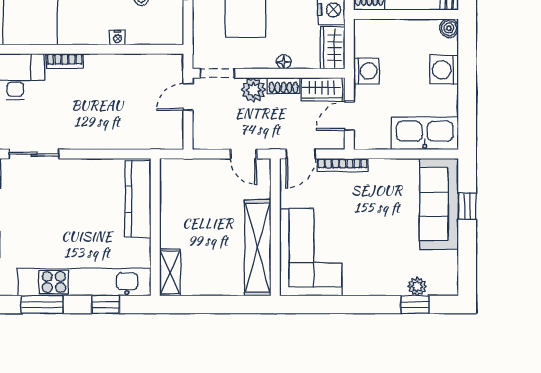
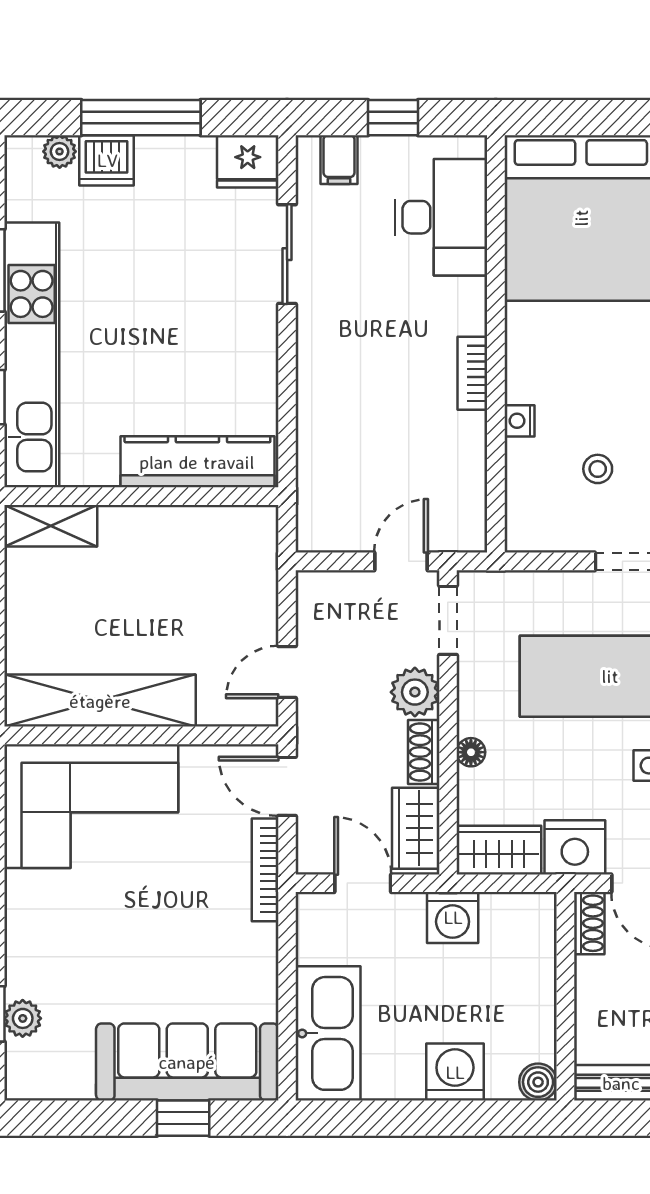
bookcase: (65, 61) -> (472, 373), moved
door: (188, 97) -> (401, 561), hinge flipped

